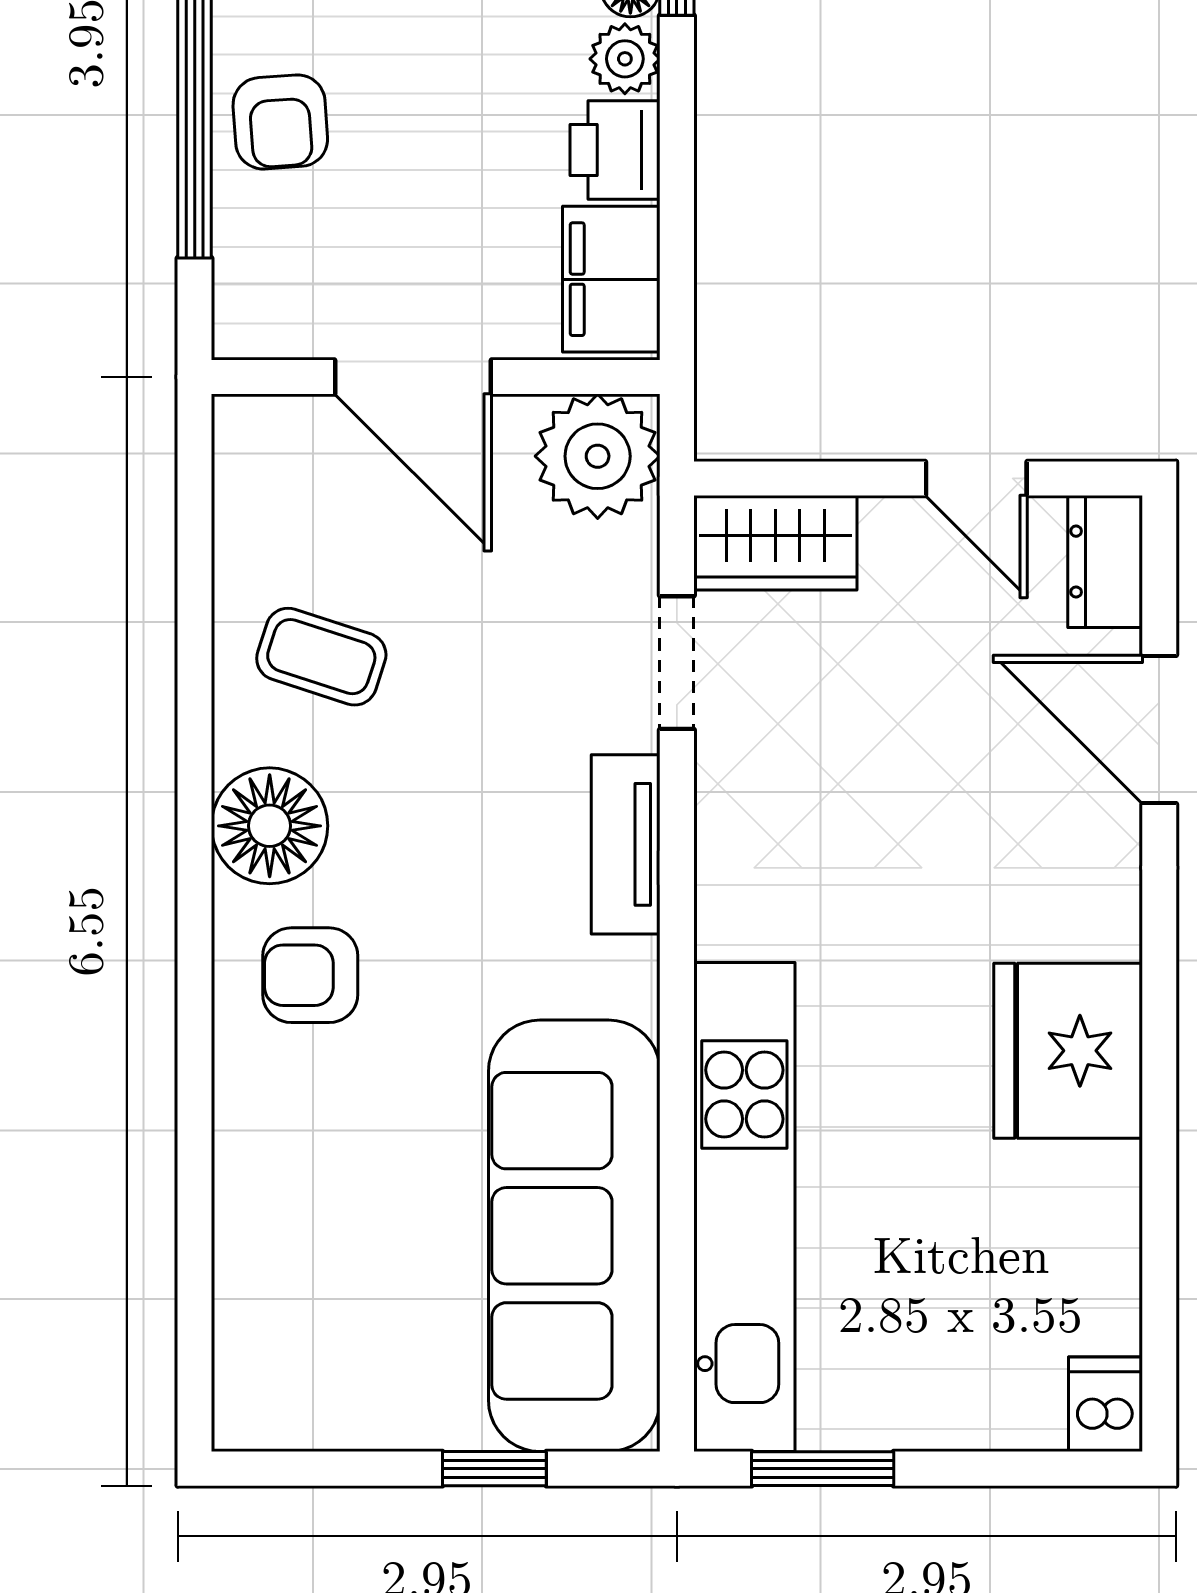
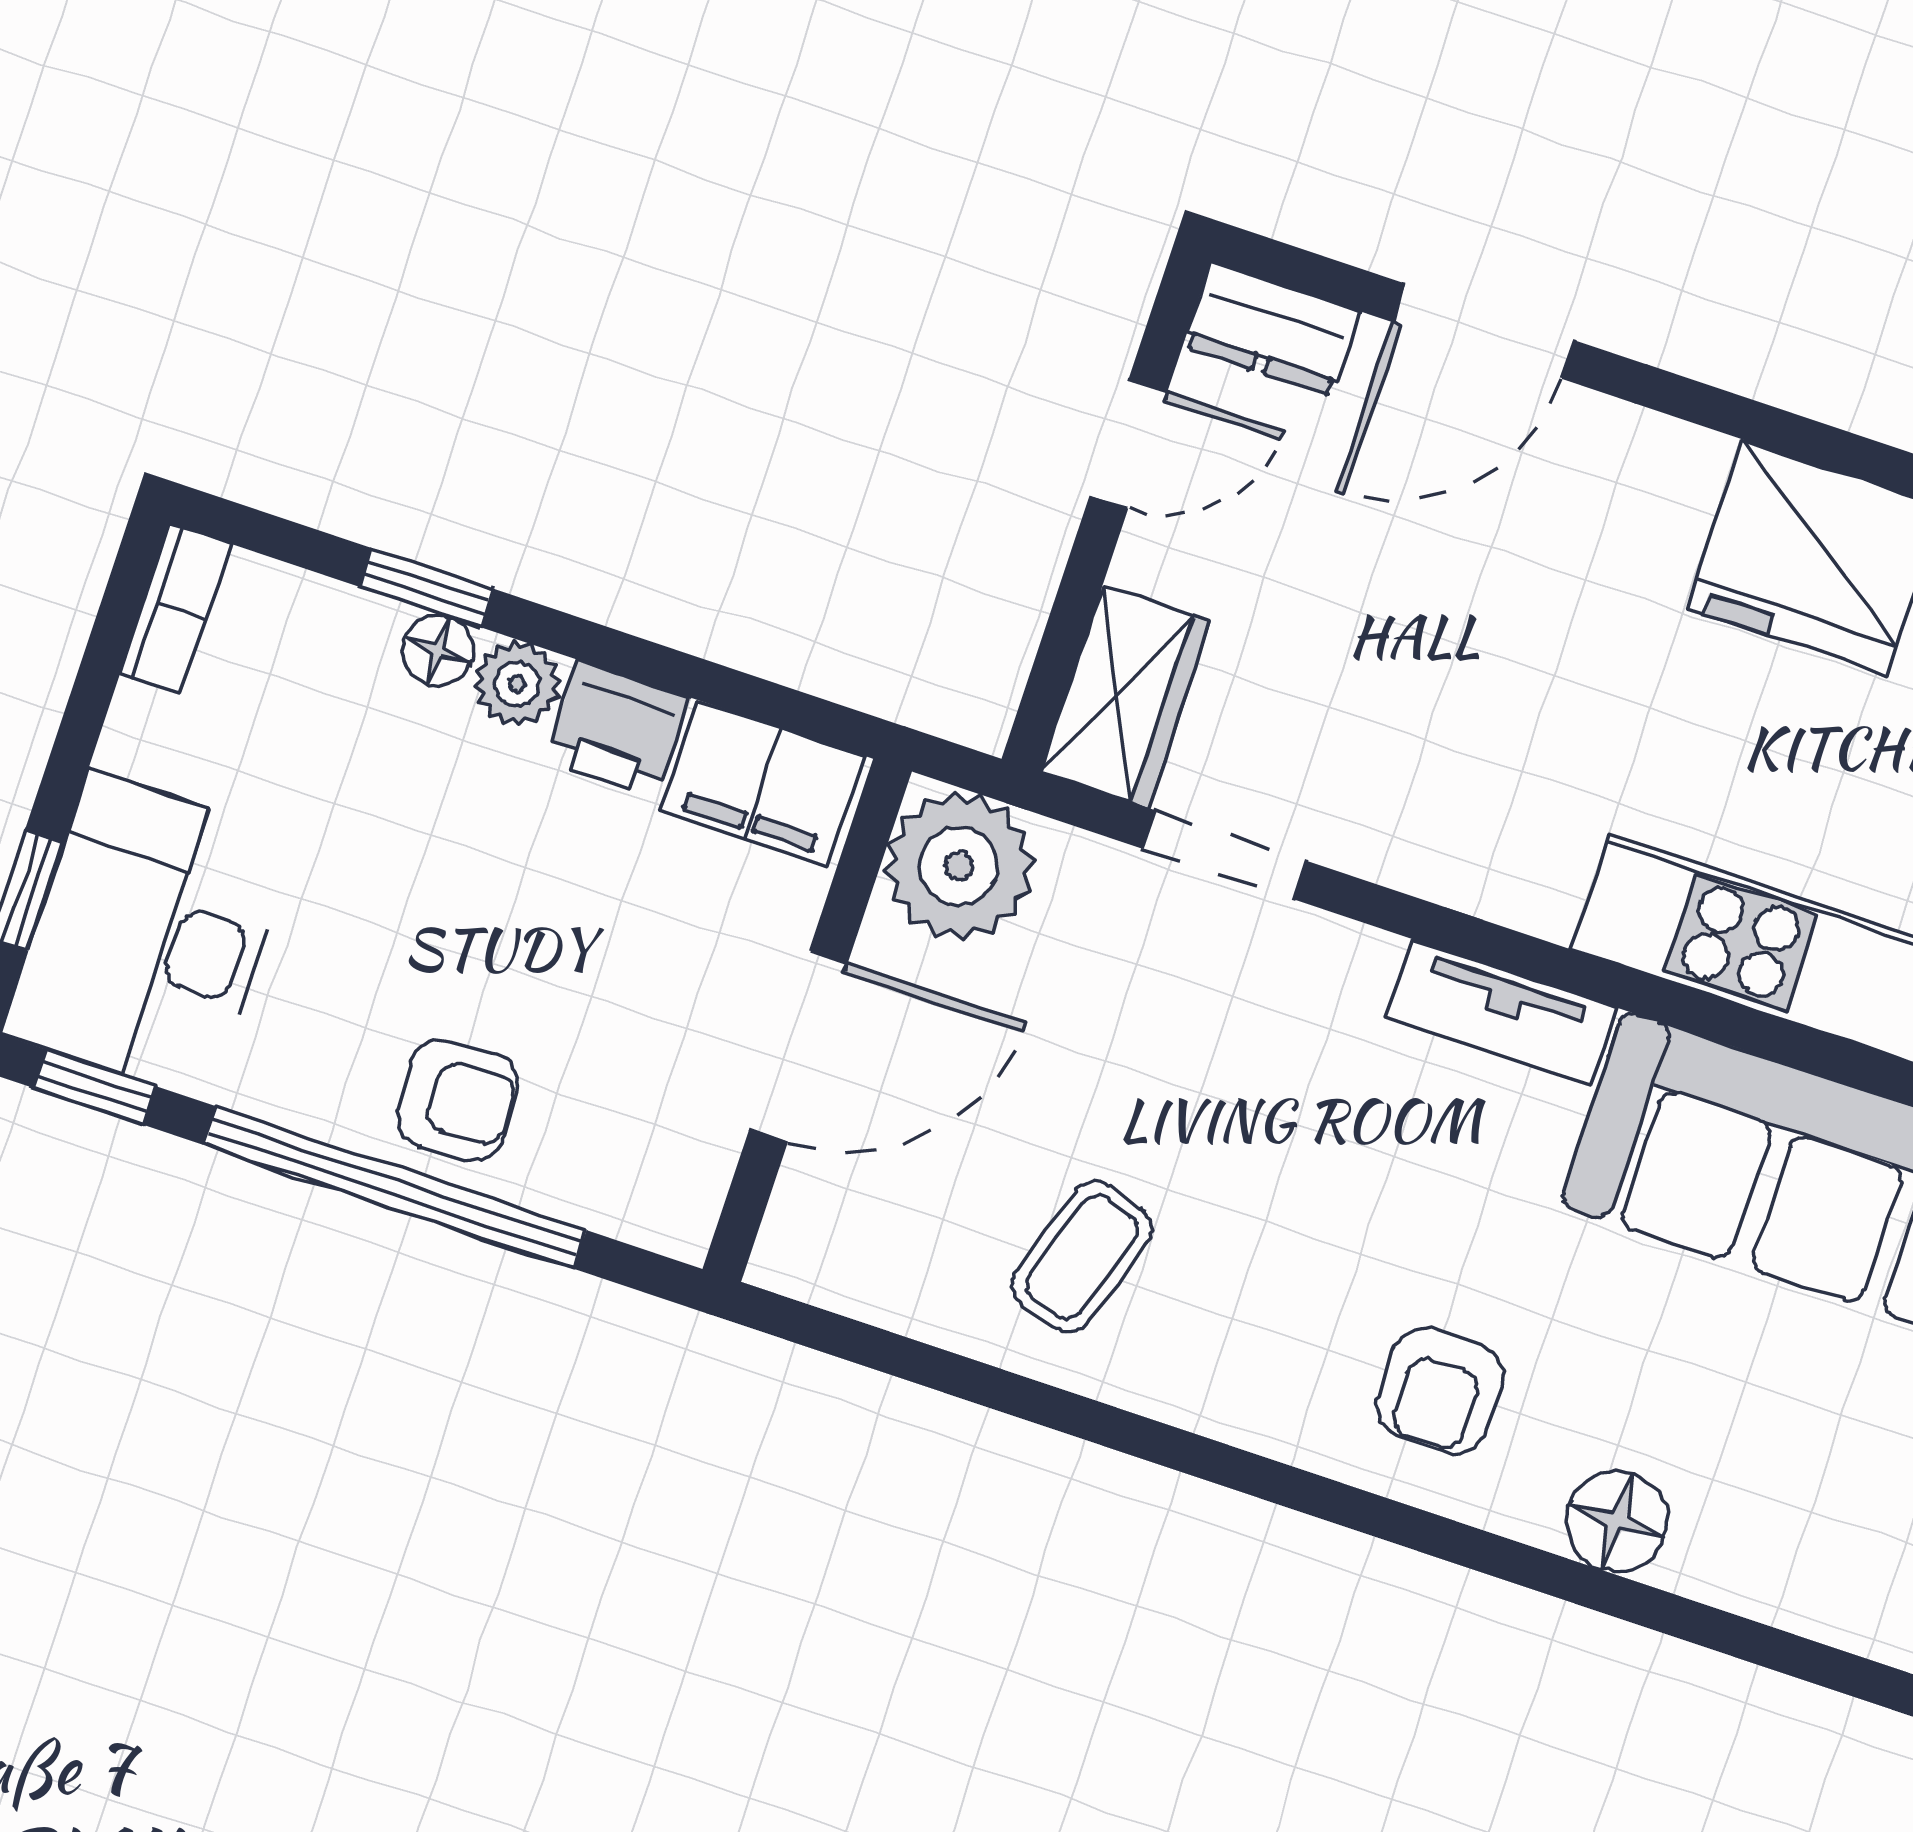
floor lamp: (270, 826) -> (1617, 1521), moved, width x0.73, depth x0.73
tv unit: (626, 844) -> (1501, 1012), moved

